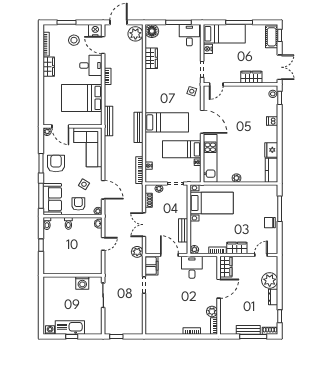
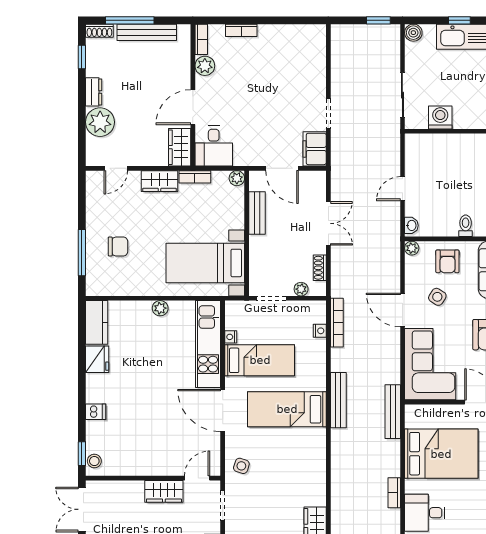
wardrobe: (251, 77) -> (164, 491), moved
door: (103, 190) -> (402, 310), moved
chair: (270, 223) -> (118, 246), moved
plant: (137, 252) -> (341, 174), removed
desk: (192, 267) -> (214, 146), moved
boiler: (97, 330) -> (413, 33), added
bench: (248, 330) -> (147, 32), width x1.36

